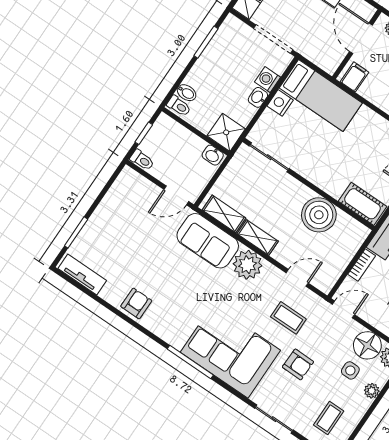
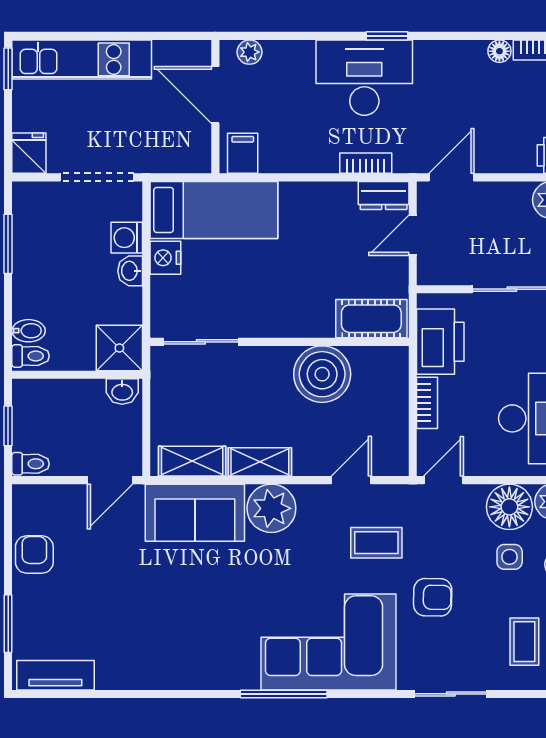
armchair: (136, 303) -> (34, 555), moved

